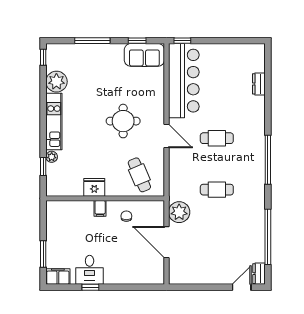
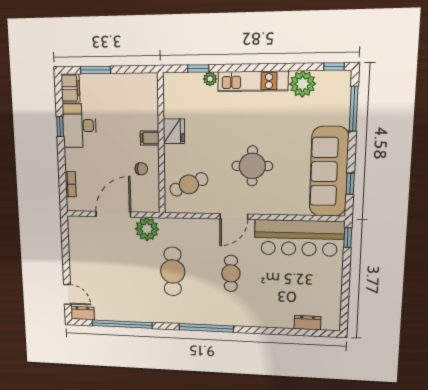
window: (92, 41) -> (354, 109), moved
sofa: (144, 55) -> (329, 172), width x1.85, depth x1.27
dresser: (259, 84) -> (307, 323), moved
cafe table: (217, 190) -> (173, 271), width x1.37, depth x1.35
desk: (90, 270) -> (79, 126), width x1.37
bookcase: (140, 280) -> (71, 184), added

